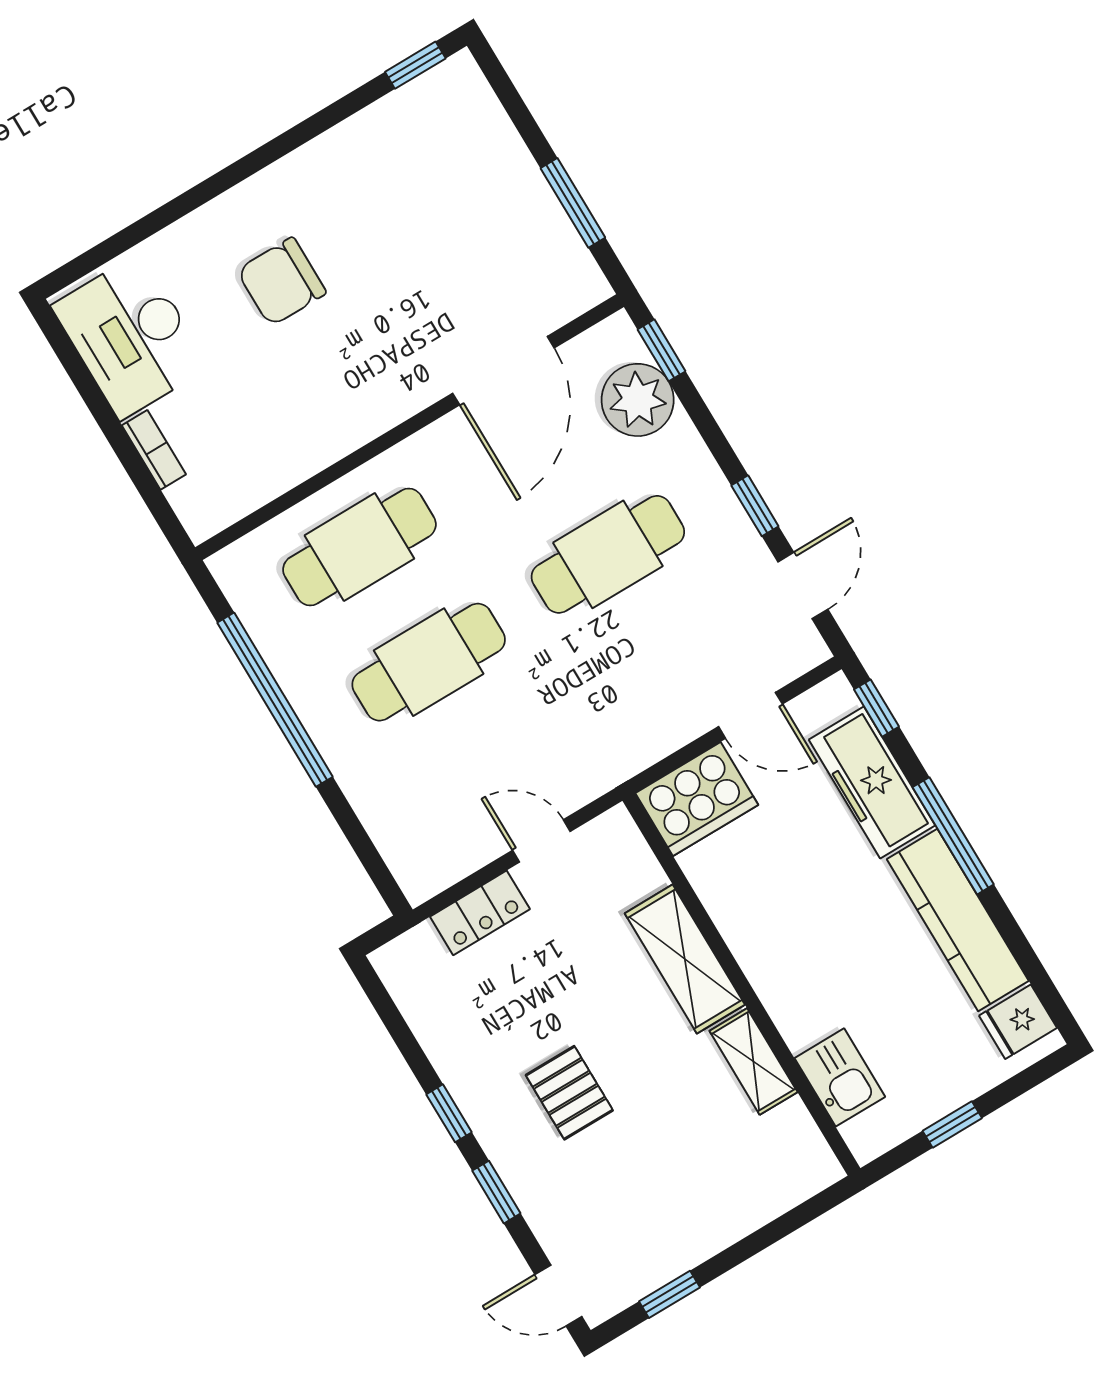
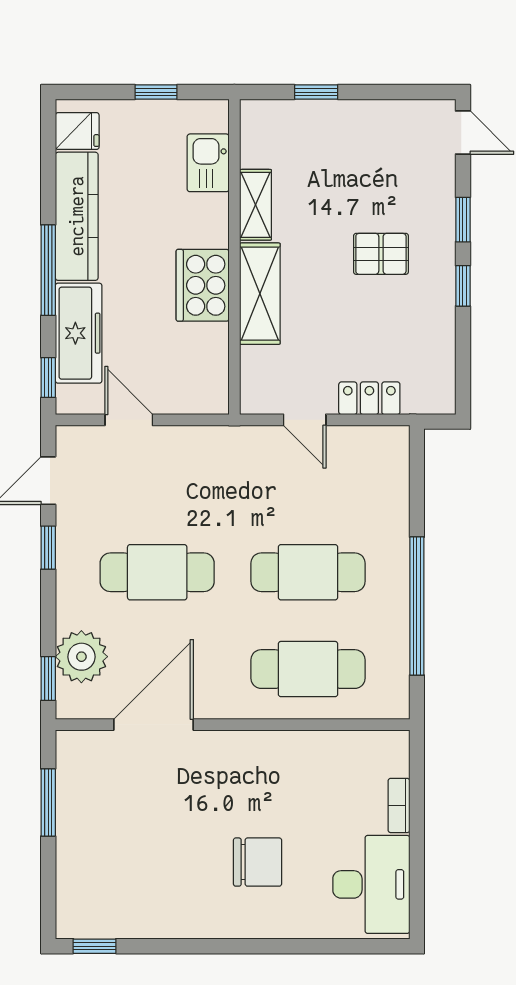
cooker: (697, 799) -> (203, 285), moved, turned -90
pallet: (569, 1093) -> (381, 254), turned 90
window: (669, 1294) -> (316, 92), moved

